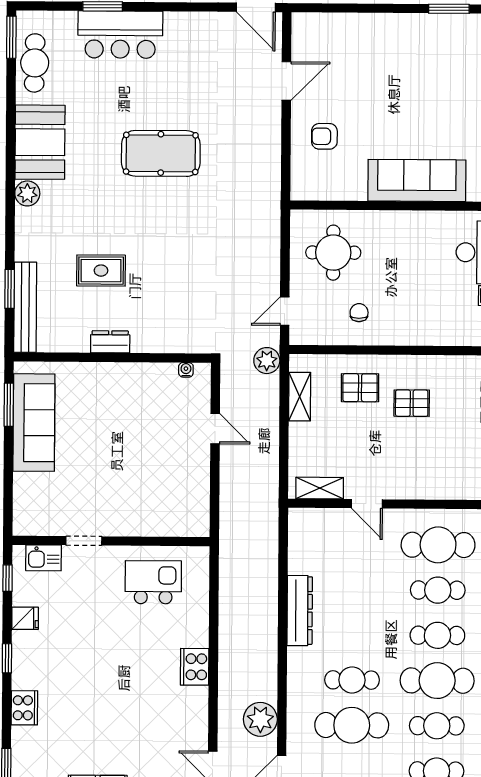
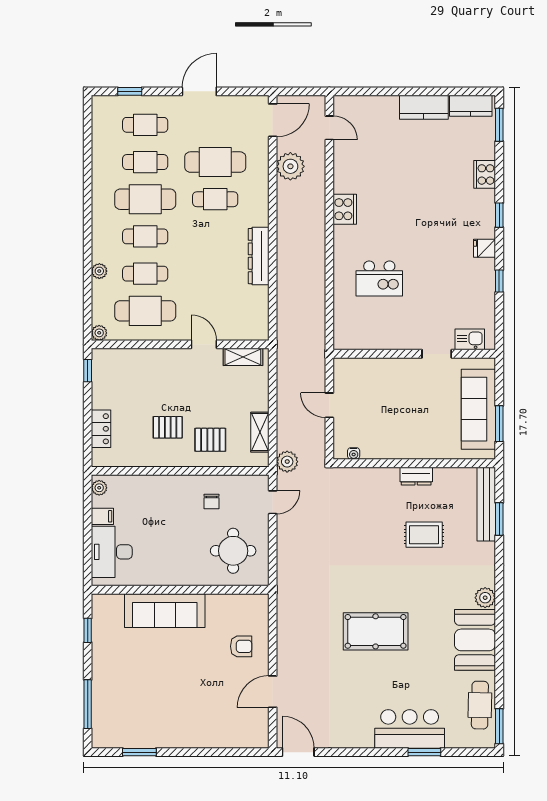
doorway: (84, 541) -> (437, 354), moved
wall: (111, 541) -> (414, 354), moved
kitchen sink: (44, 558) -> (470, 339), moved

